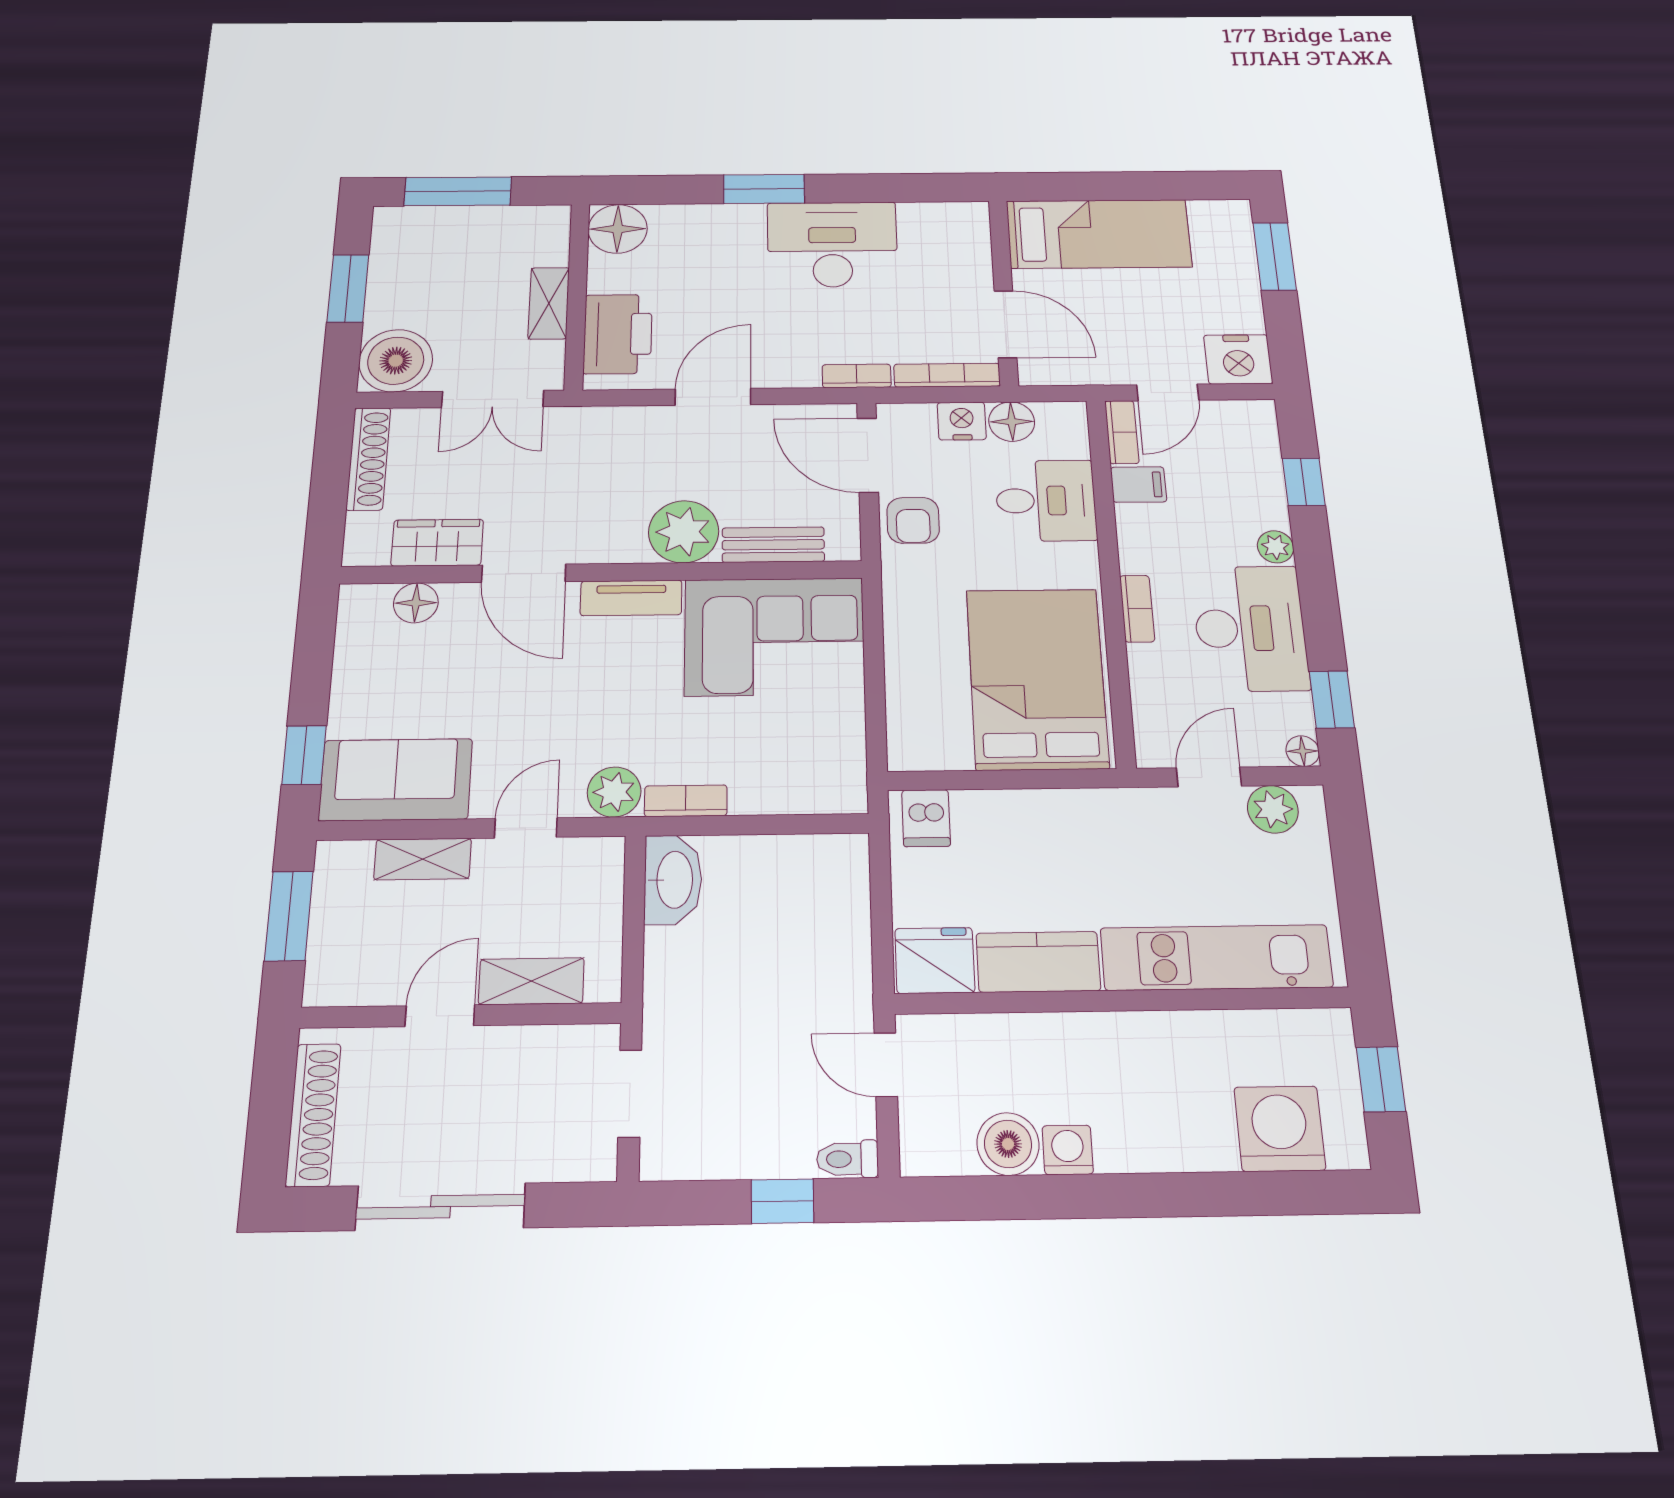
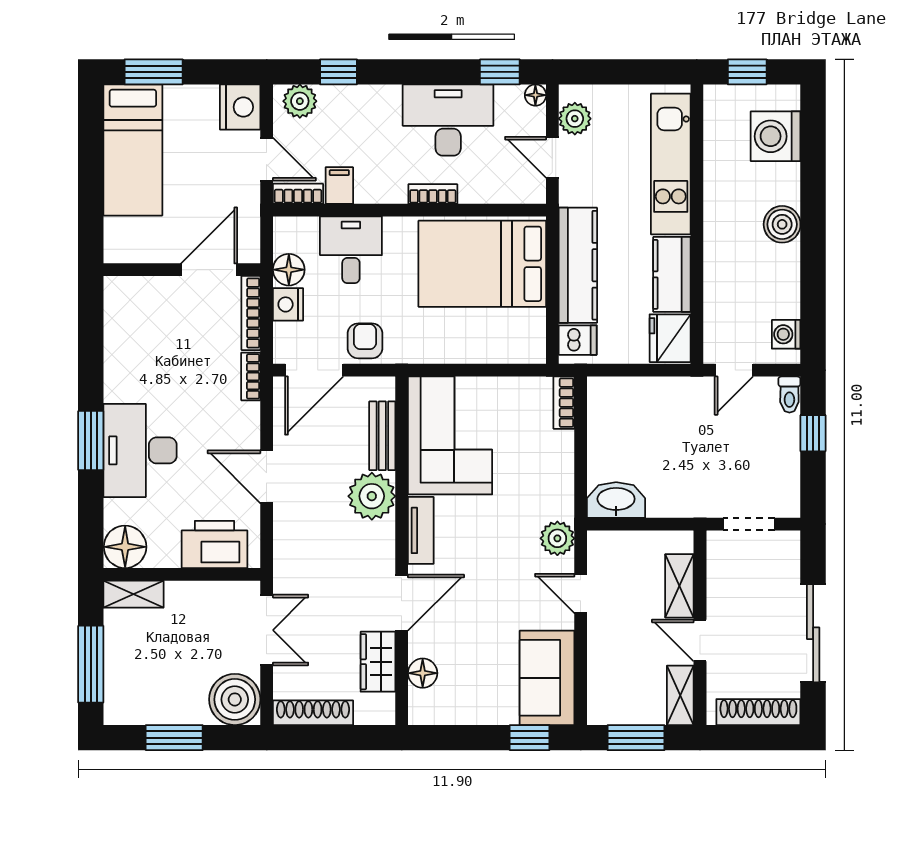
bed: (1099, 234) -> (133, 150), moved, turned 180
desk: (832, 244) -> (140, 450), moved
shelving: (549, 303) -> (133, 594), moved
armchair: (913, 520) -> (365, 341), turned -90
plant: (1276, 547) -> (300, 101), moved, width x1.38, depth x1.38
bookcase: (686, 801) -> (564, 403), moved
kitchen counter: (1044, 817) -> (578, 265), added
shelving: (423, 859) -> (680, 695), moved
boiler: (1008, 1144) -> (782, 224), moved
washing machine: (1068, 1150) -> (786, 334), moved

